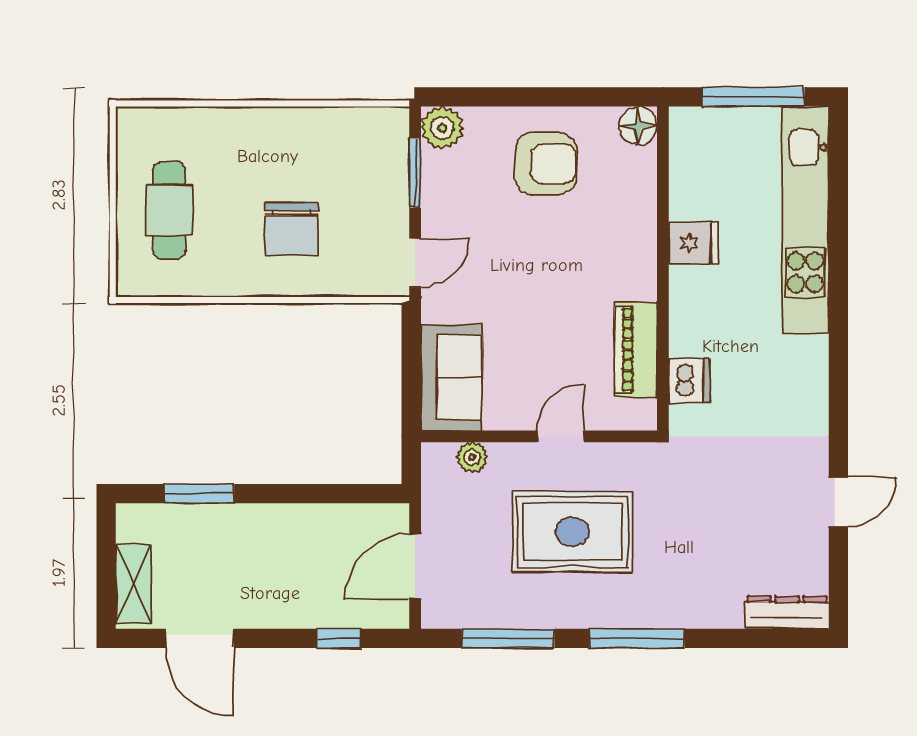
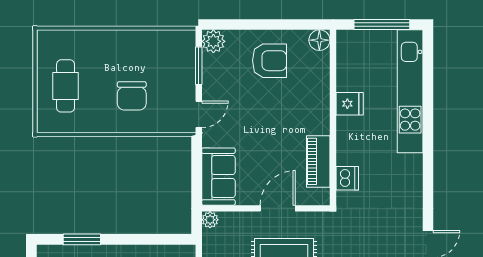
door: (561, 436) -> (278, 208), width x1.37
plant: (472, 457) -> (210, 220), moved

